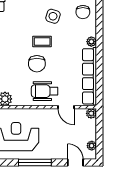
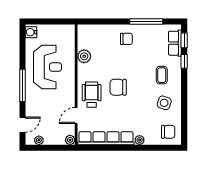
chair: (83, 12) -> (168, 132), turned 180
coffee table: (42, 42) -> (162, 75), moved

